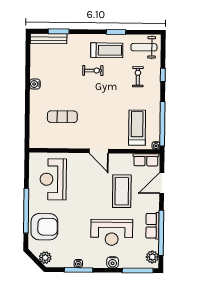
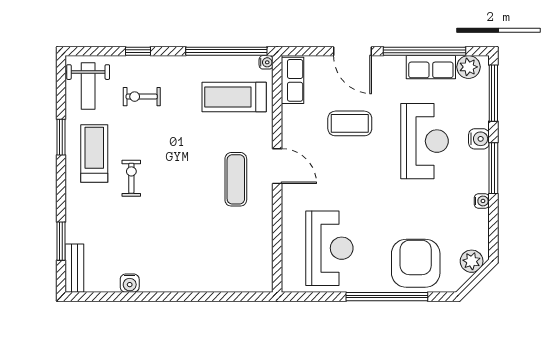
bench: (49, 39) -> (74, 268), width x0.73
water cooler: (35, 84) -> (130, 283), moved
exercise mat: (62, 117) -> (236, 179), moved
door: (99, 151) -> (277, 166), hinge flipped
reception desk: (53, 179) -> (329, 248), turned -90
door: (162, 183) -> (353, 51), moved
coffee table: (122, 191) -> (350, 123), width x0.73, depth x0.76
row of seats: (153, 226) -> (431, 67), moved
window: (79, 270) -> (493, 168), moved

